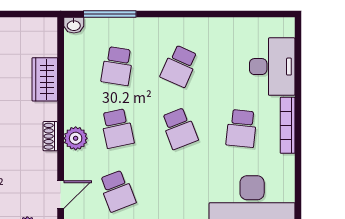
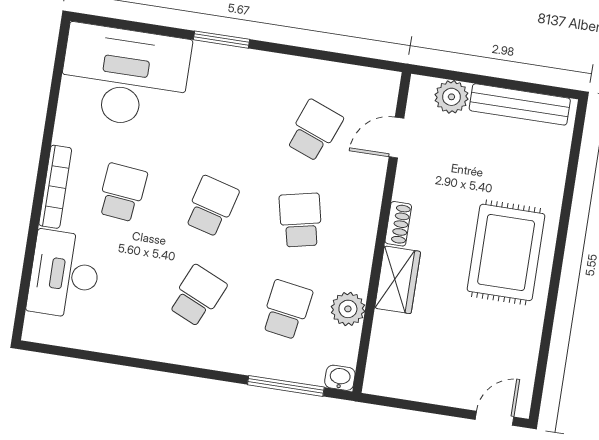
wardrobe: (45, 79) -> (398, 280), moved
school desk: (179, 128) -> (211, 206), turned 36
plant: (76, 138) -> (348, 309), moved
school desk: (117, 191) -> (314, 130), turned 42

